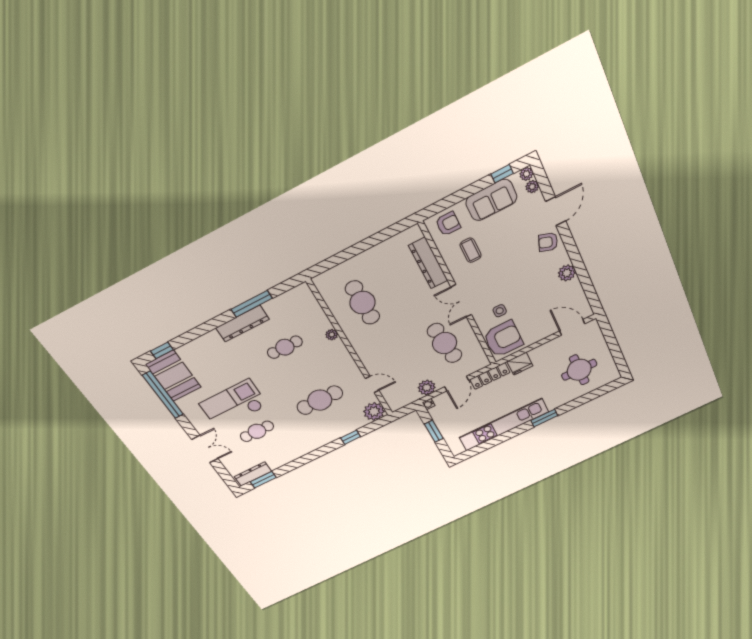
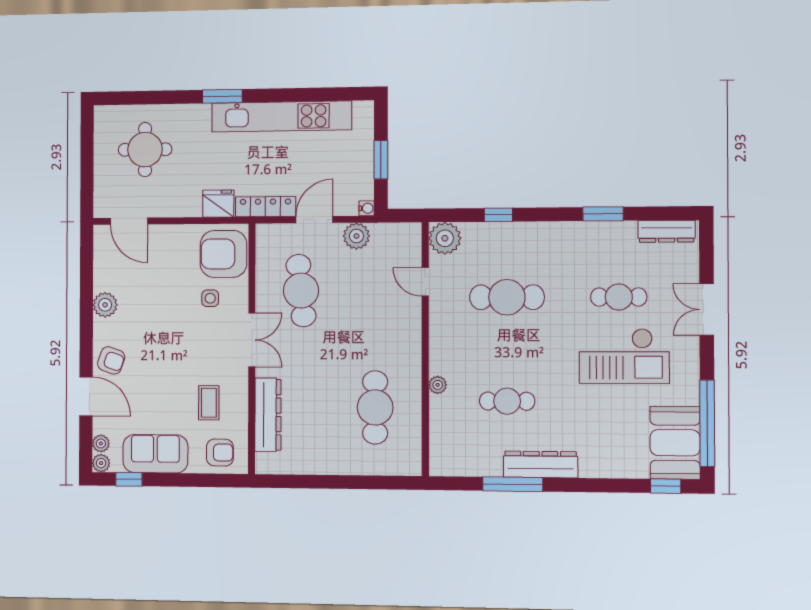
door: (556, 211) -> (86, 396), swing flipped
armchair: (448, 224) -> (220, 452), turned 180
window: (263, 480) -> (603, 214), moved

